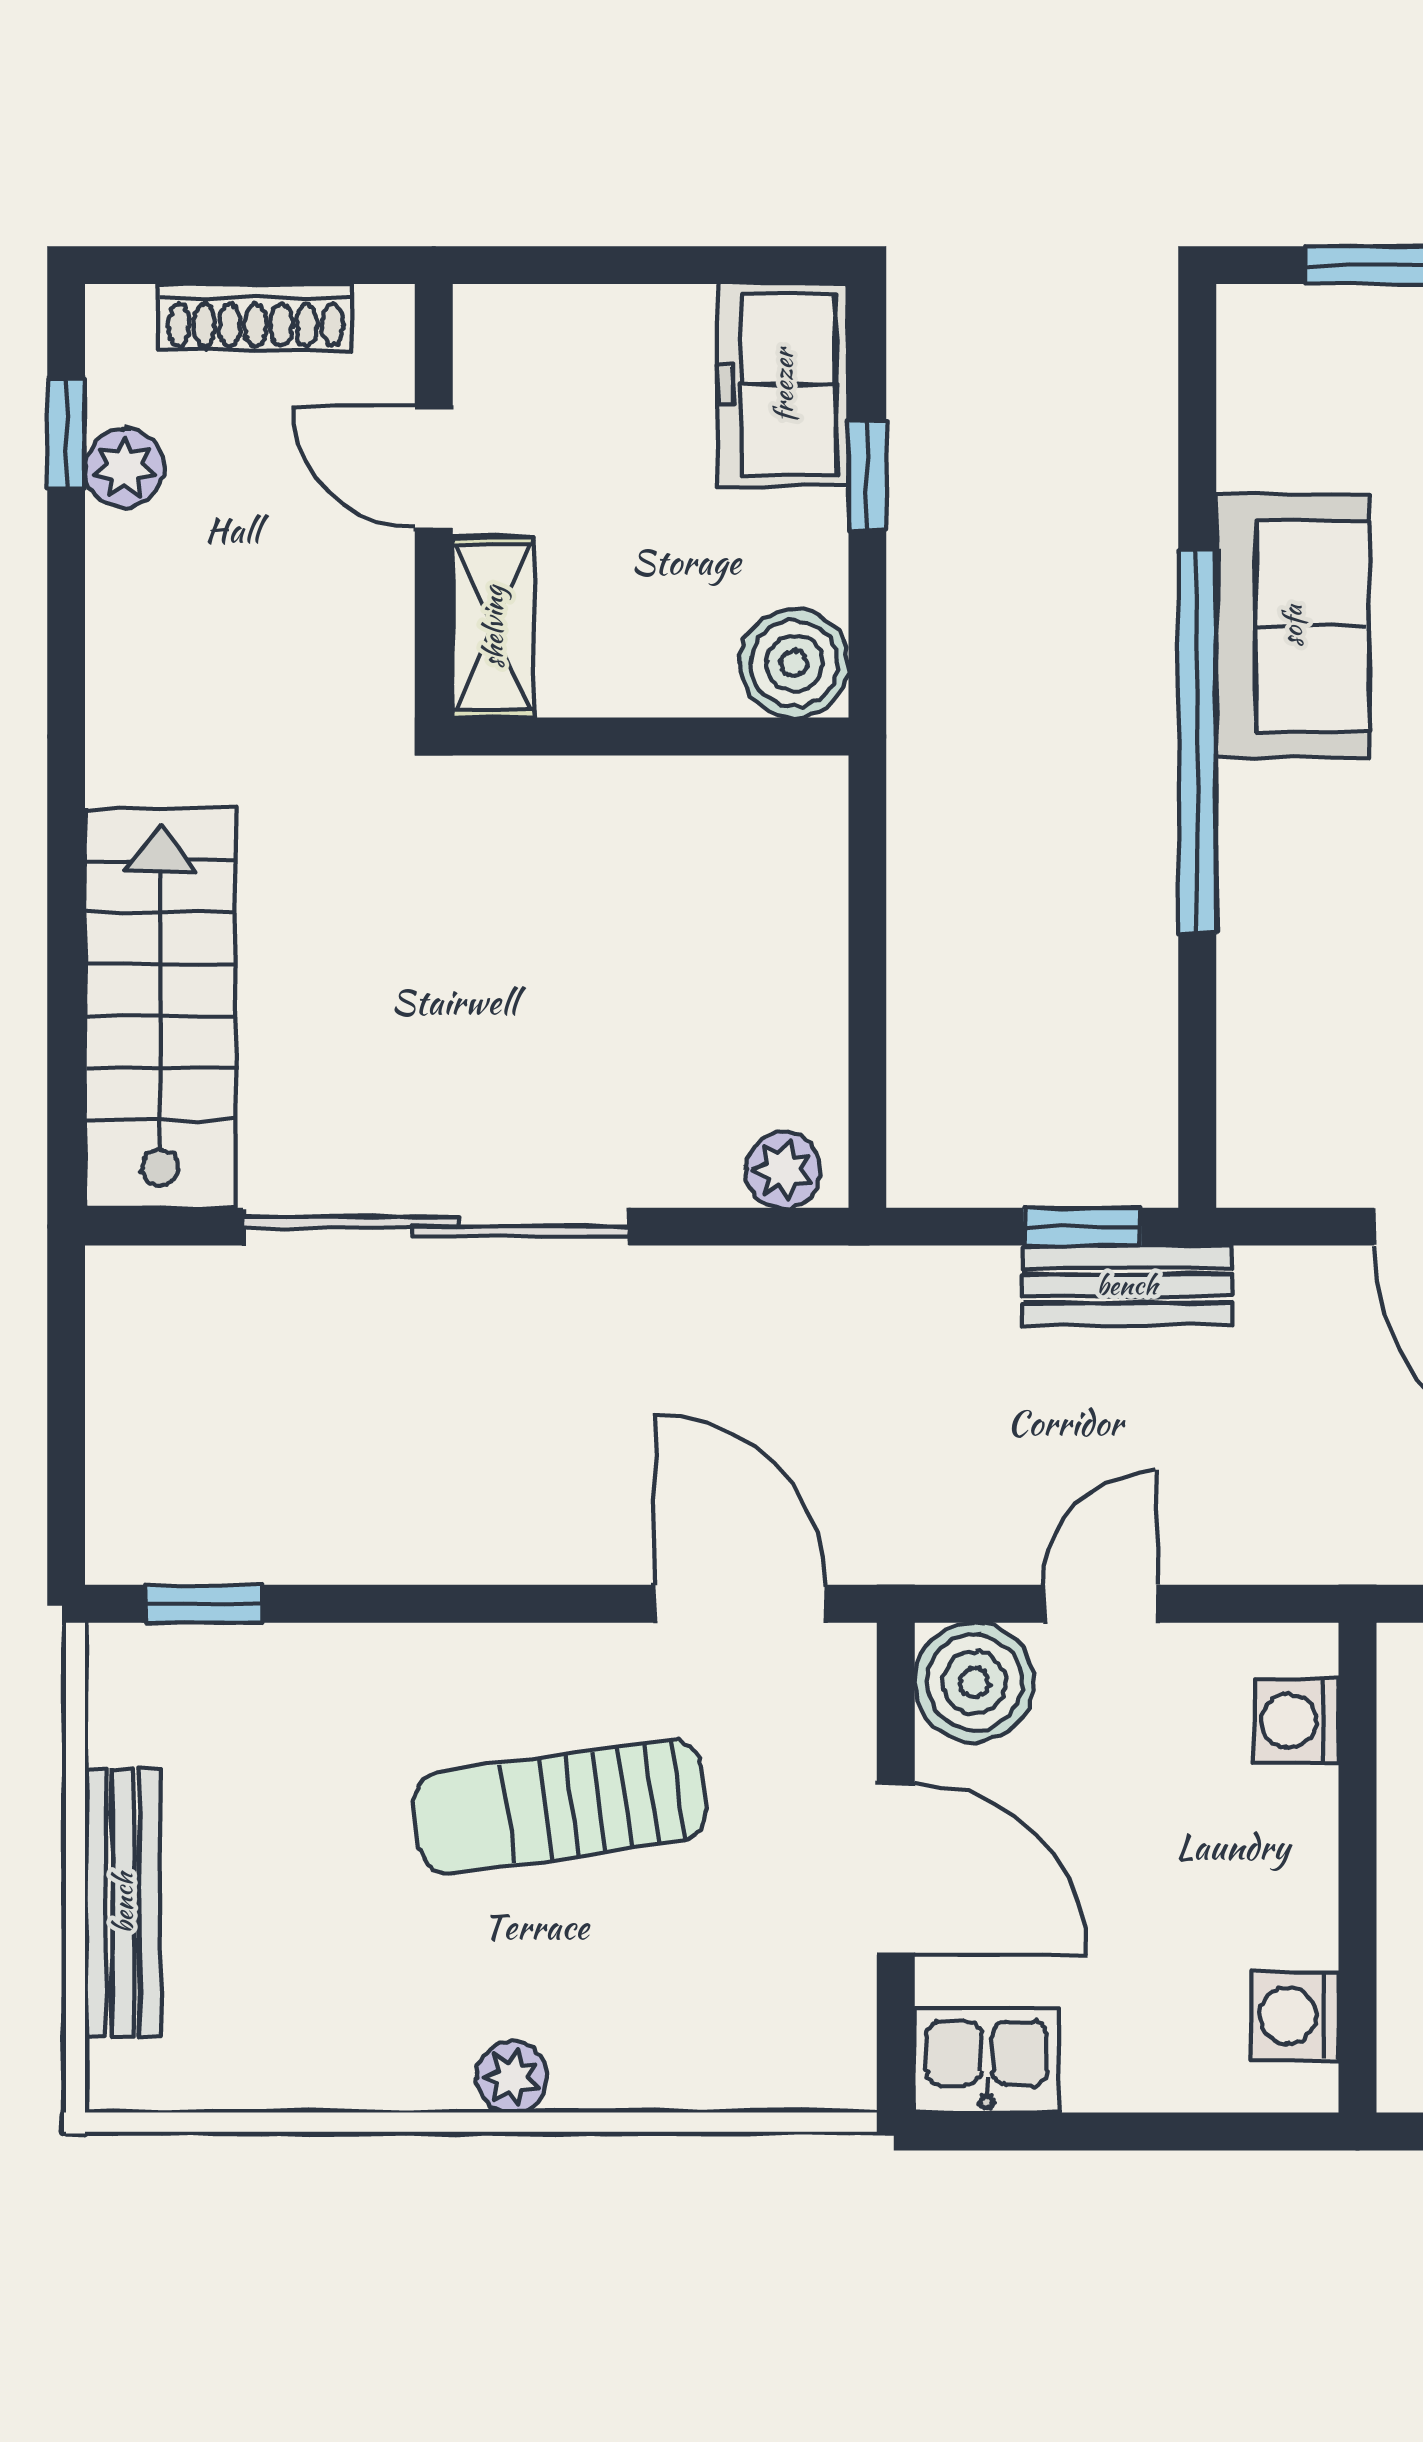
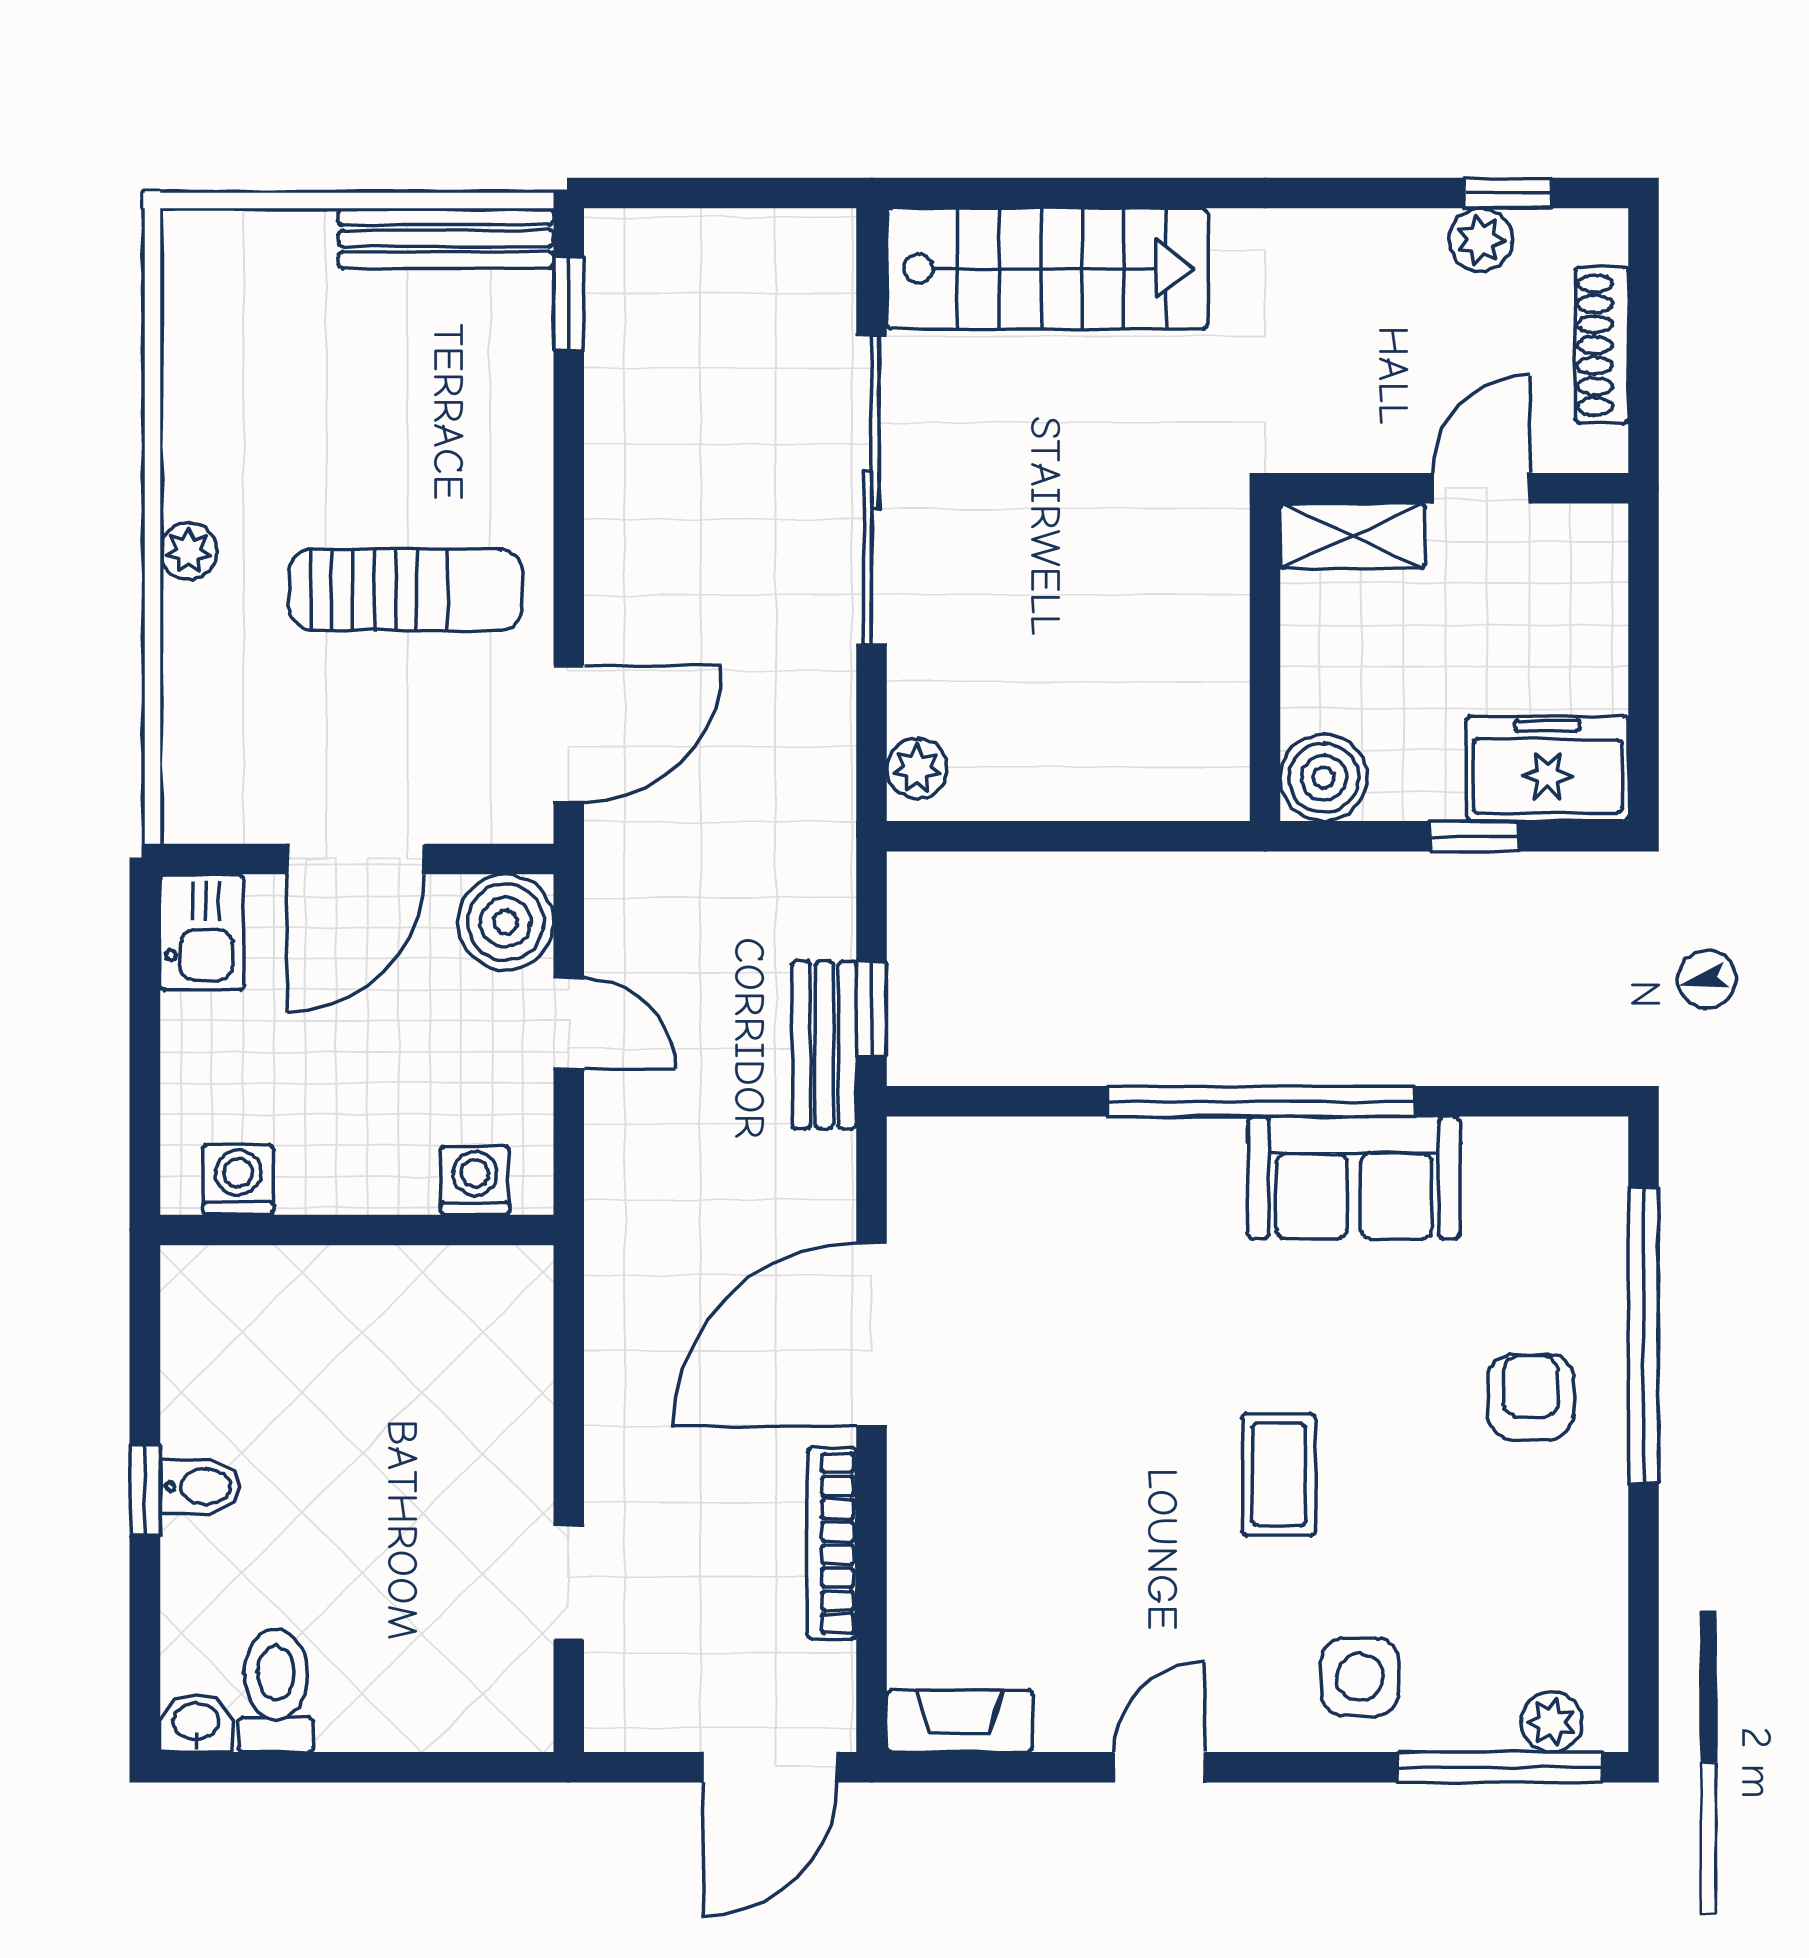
sun lounger: (560, 1807) -> (406, 590), turned 98
bench: (123, 1903) -> (446, 238), moved

